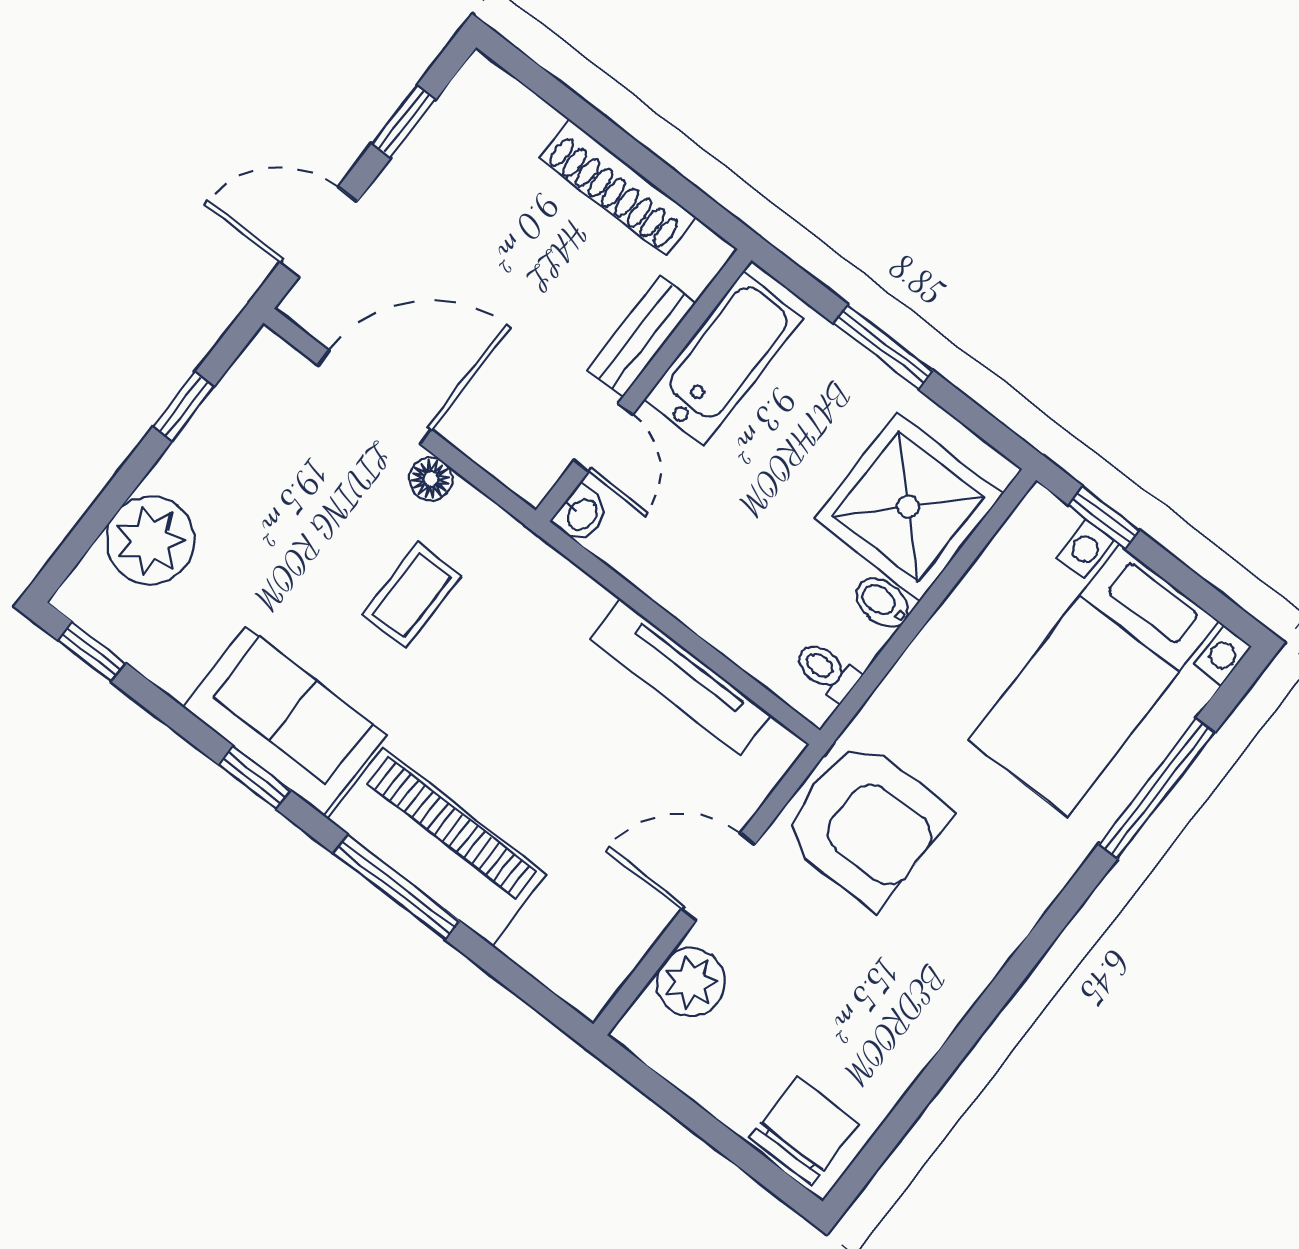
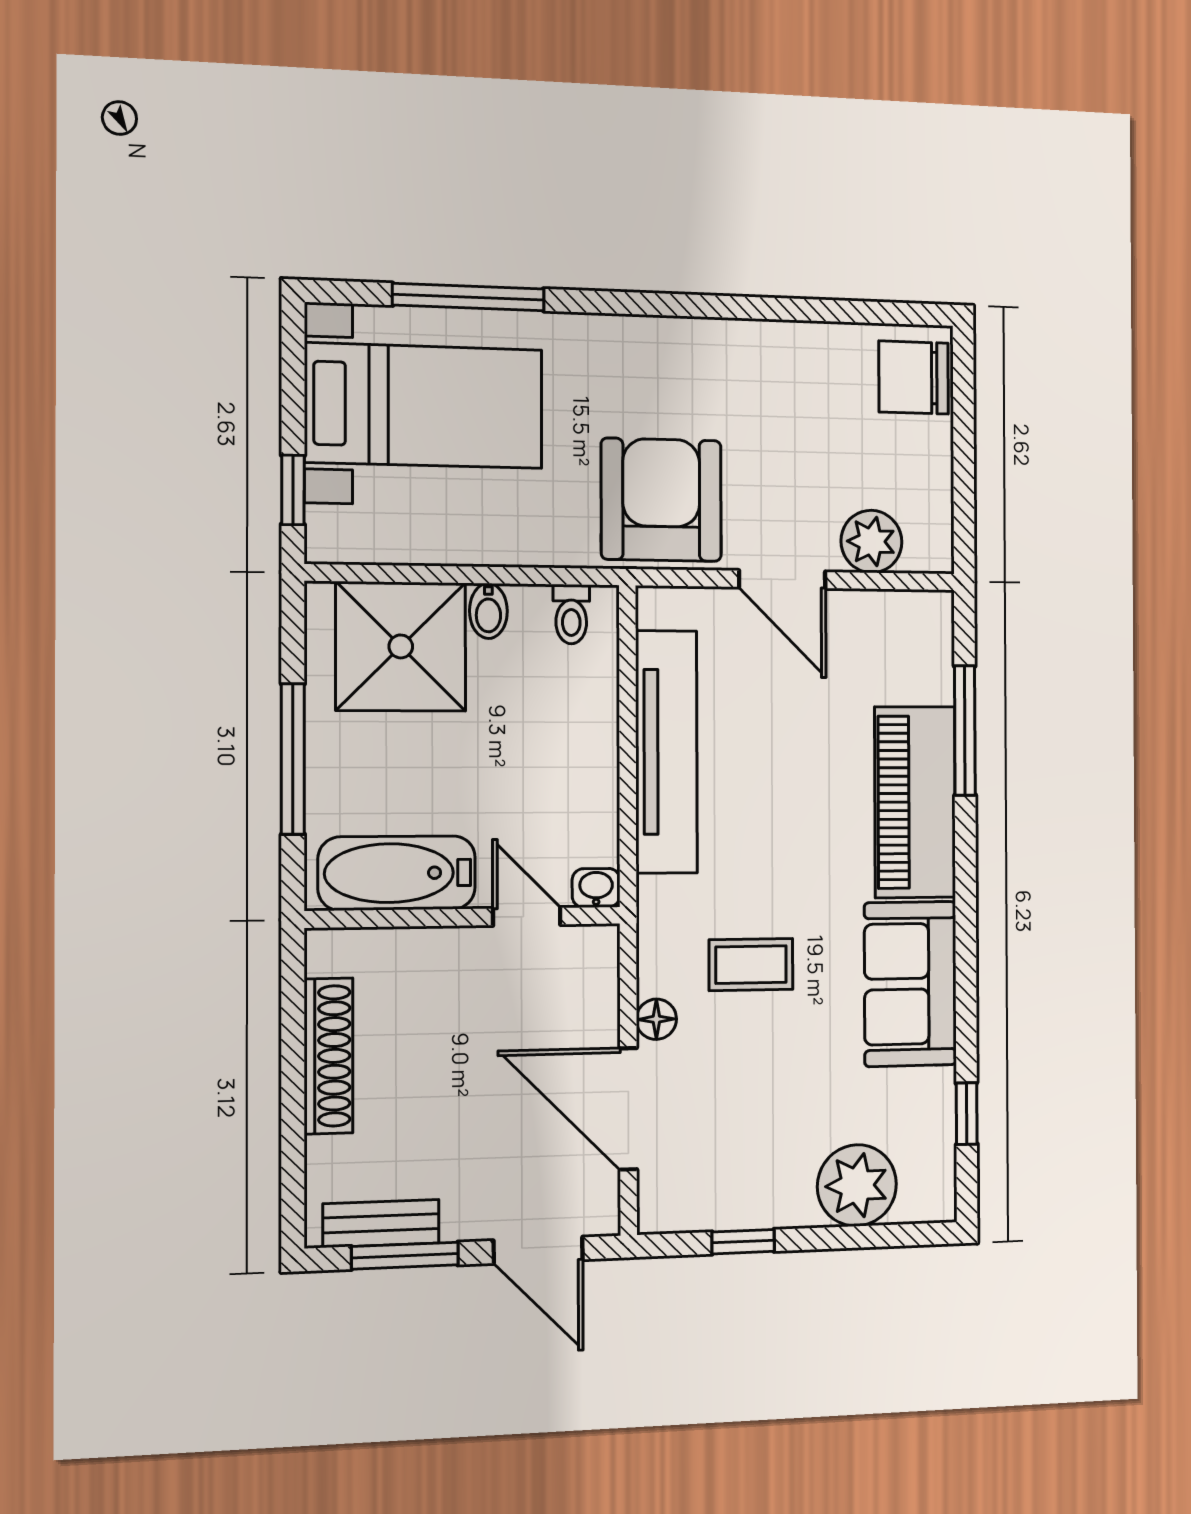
window: (404, 122) -> (405, 1256), width x1.50
bench: (642, 336) -> (381, 1223), moved
window: (883, 347) -> (293, 759), width x1.44
door: (603, 437) -> (527, 916), hinge flipped
window: (92, 652) -> (967, 1114), moved
tv unit: (681, 677) -> (666, 752), width x1.36, depth x1.29
window: (255, 778) -> (966, 972), removed
window: (396, 887) -> (965, 731), moved

